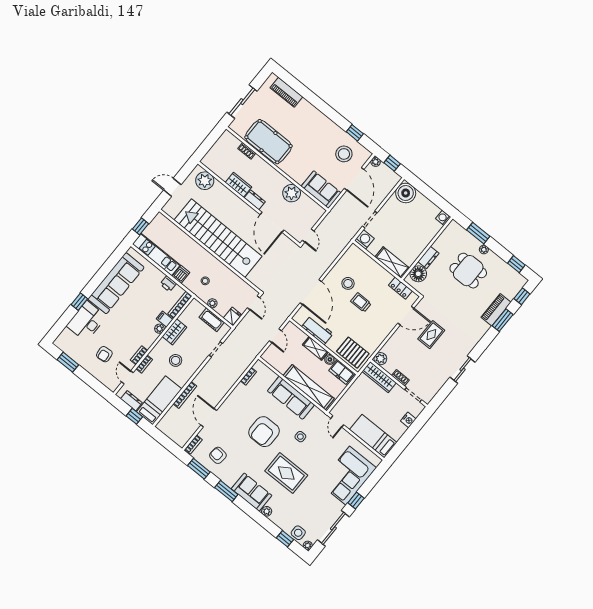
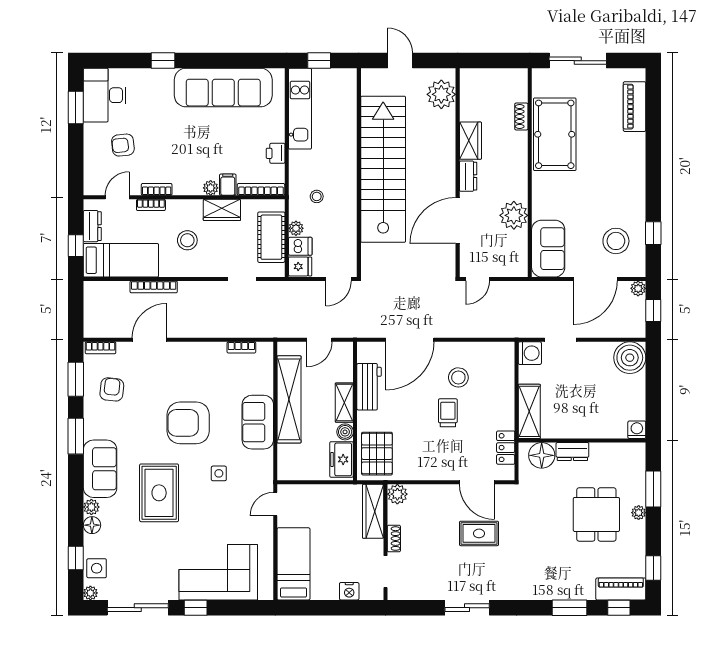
dishwasher: (181, 274) -> (300, 246), moved
piano: (496, 310) -> (621, 589), moved
cot: (212, 320) -> (271, 237), width x1.37, depth x1.34
desk: (87, 321) -> (105, 95), moved, turned -90
shelving: (309, 387) -> (289, 399), moved
sofa: (291, 398) -> (258, 422), width x0.73
floor lamp: (276, 518) -> (92, 525), added

